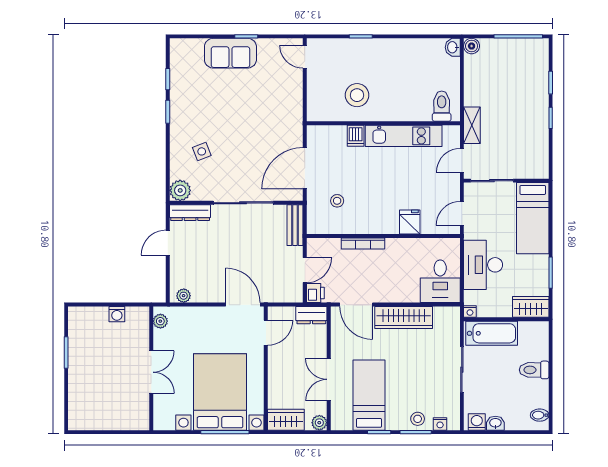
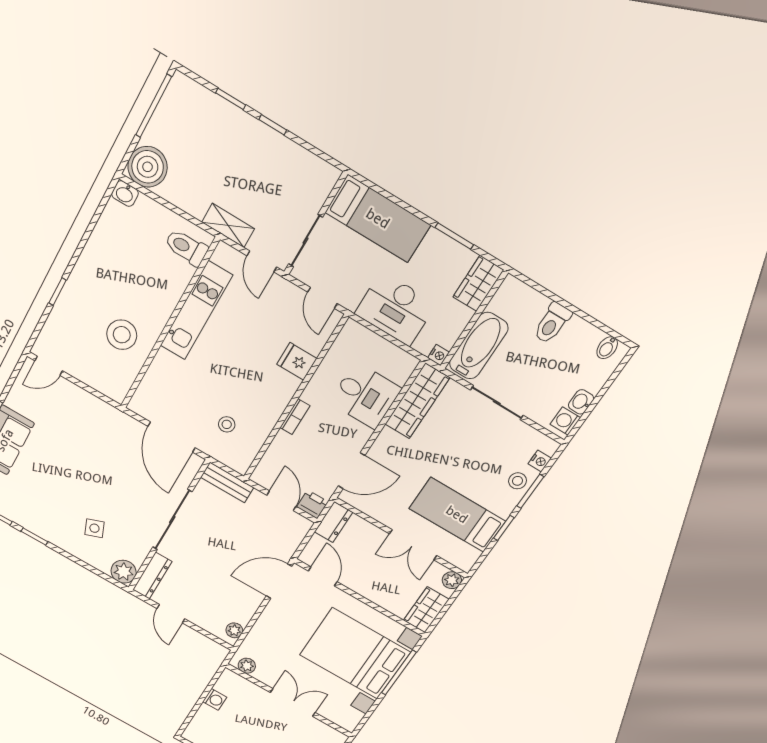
boiler: (472, 46) -> (148, 167), width x1.86, depth x1.86
dishwasher: (356, 136) -> (166, 363), removed
bookcase: (363, 243) -> (295, 417), width x0.64
desk: (440, 281) -> (365, 396), moved
wardrobe: (404, 317) -> (417, 401), moved

